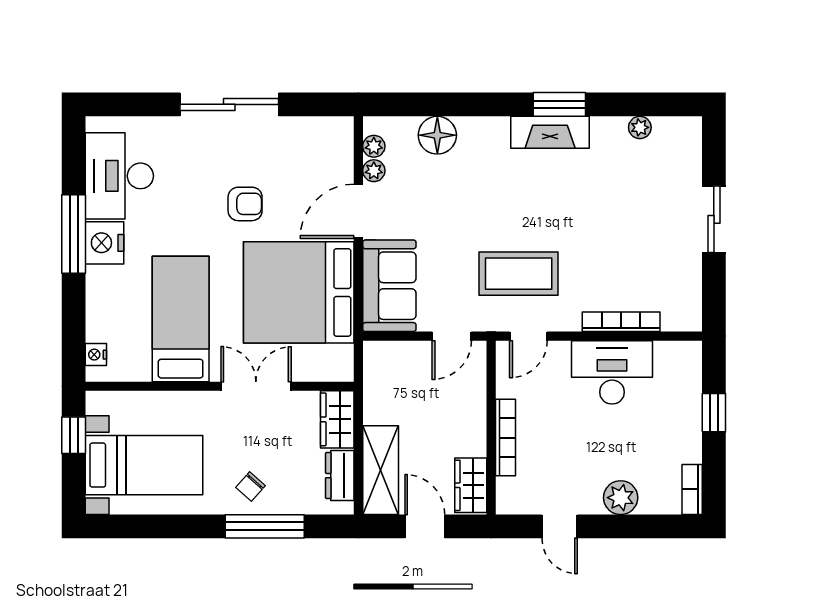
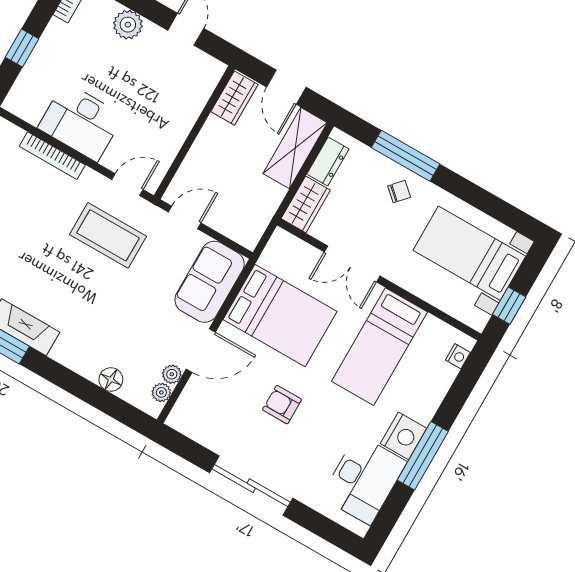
floor lamp: (437, 135) -> (111, 379), width x0.73, depth x0.73
bed: (299, 292) -> (280, 316), width x0.73
bookcase: (505, 438) -> (188, 119), removed

